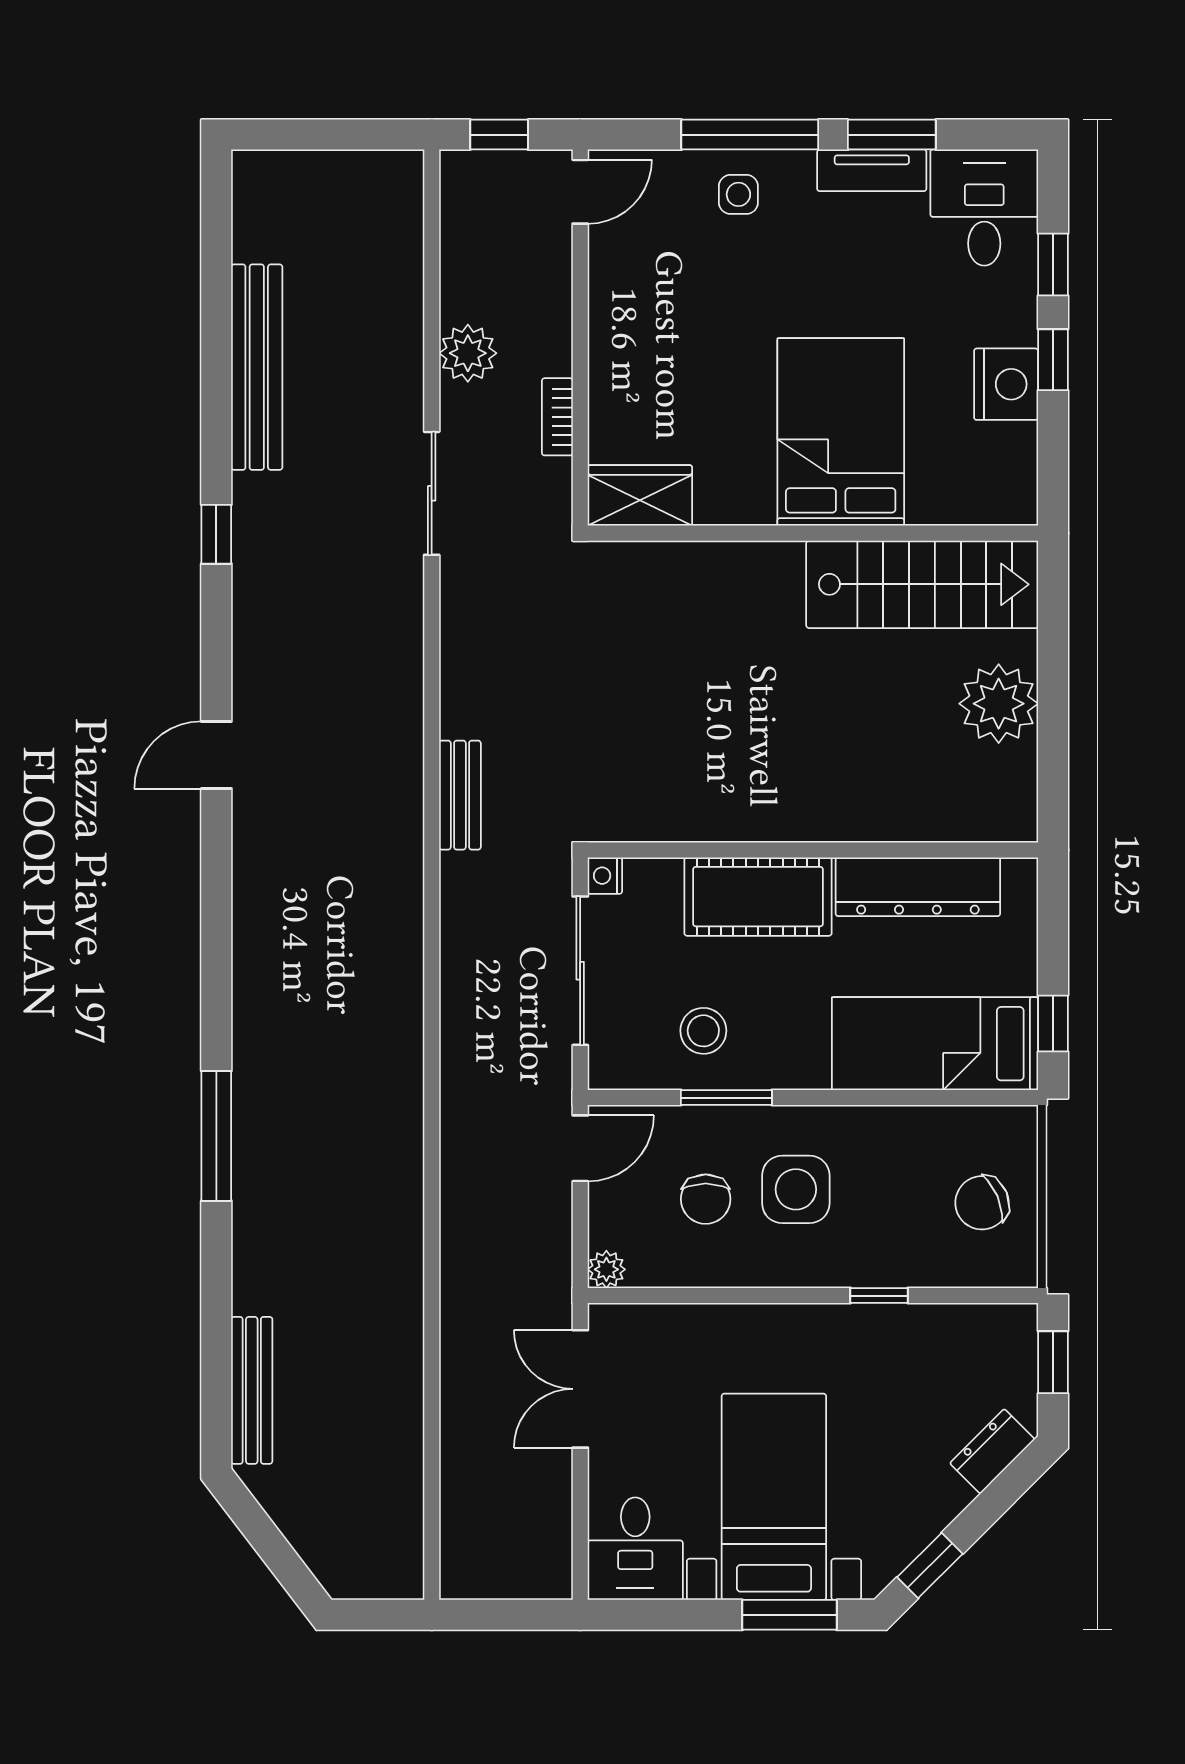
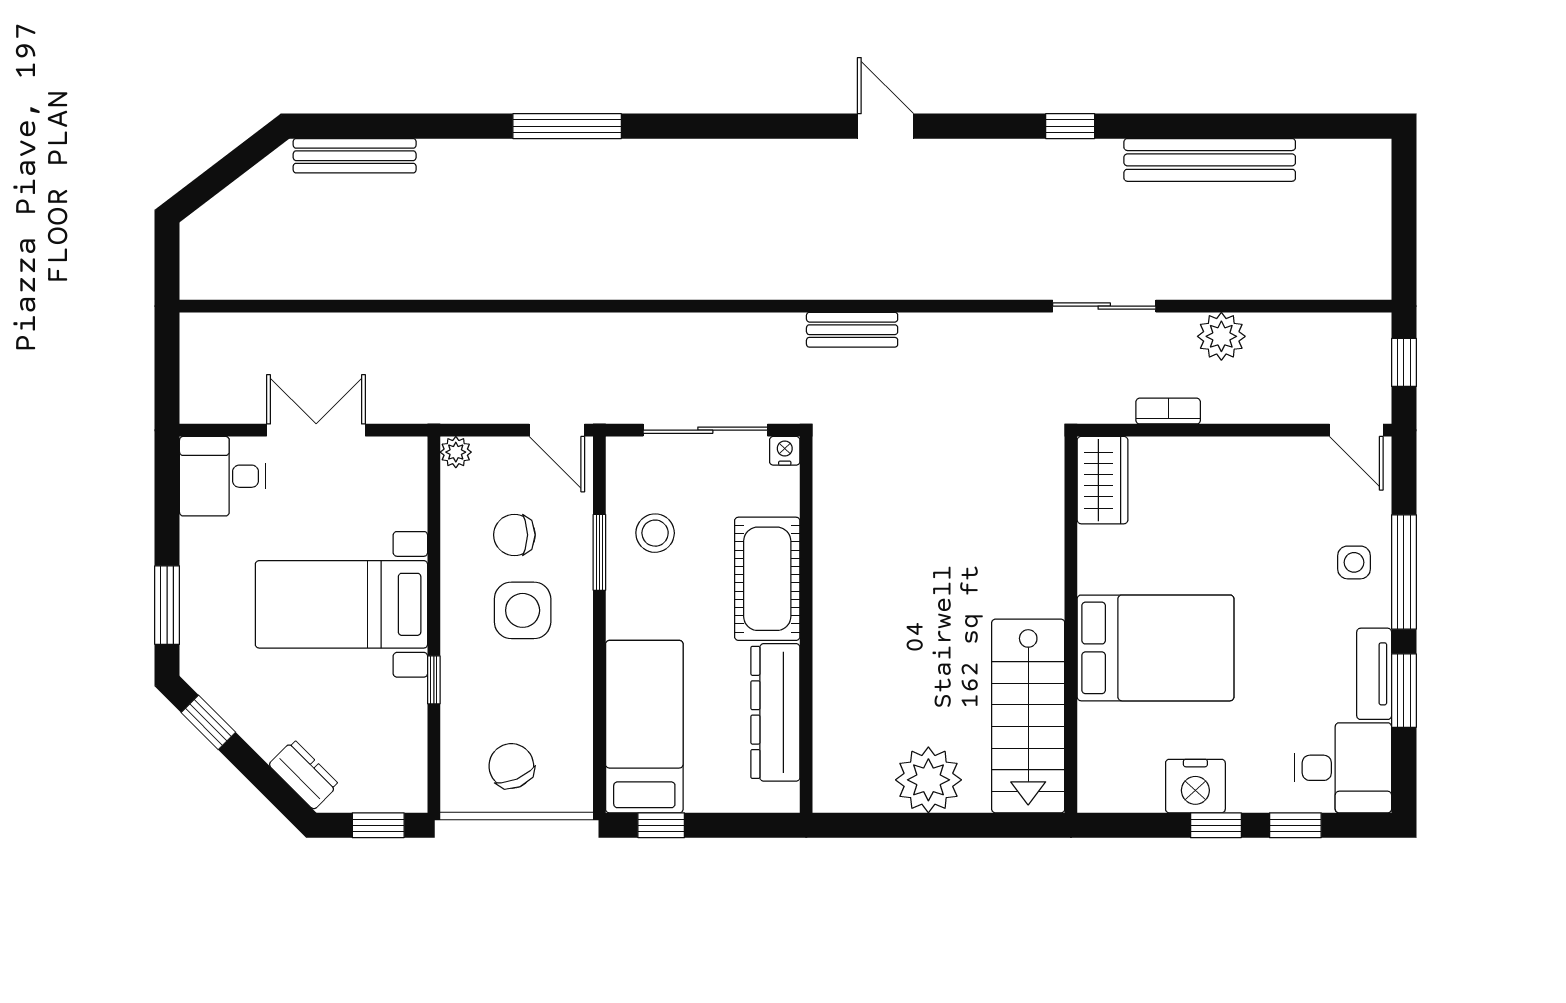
double door: (580, 1389) -> (316, 430), moved
bed with nightstands: (774, 1497) -> (341, 604), moved, turned 180

